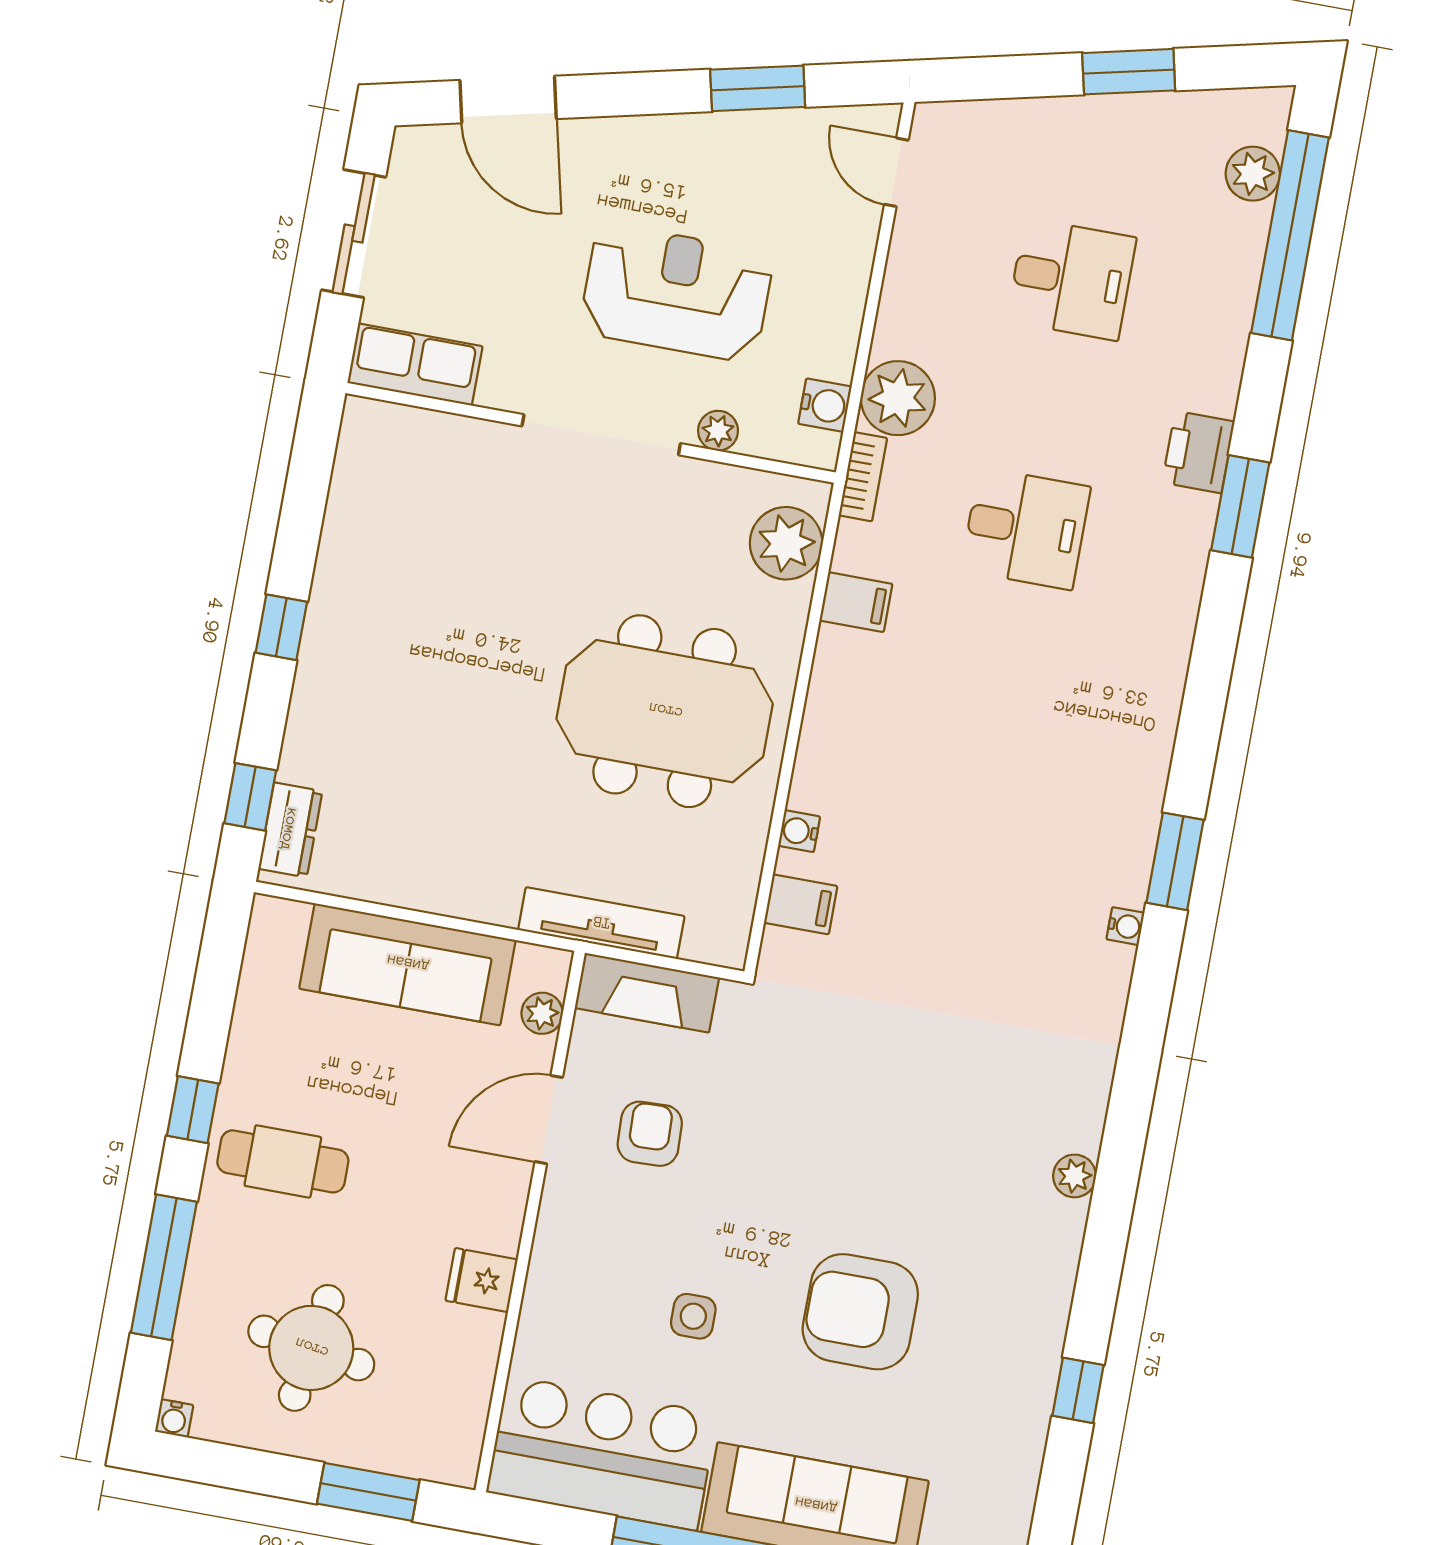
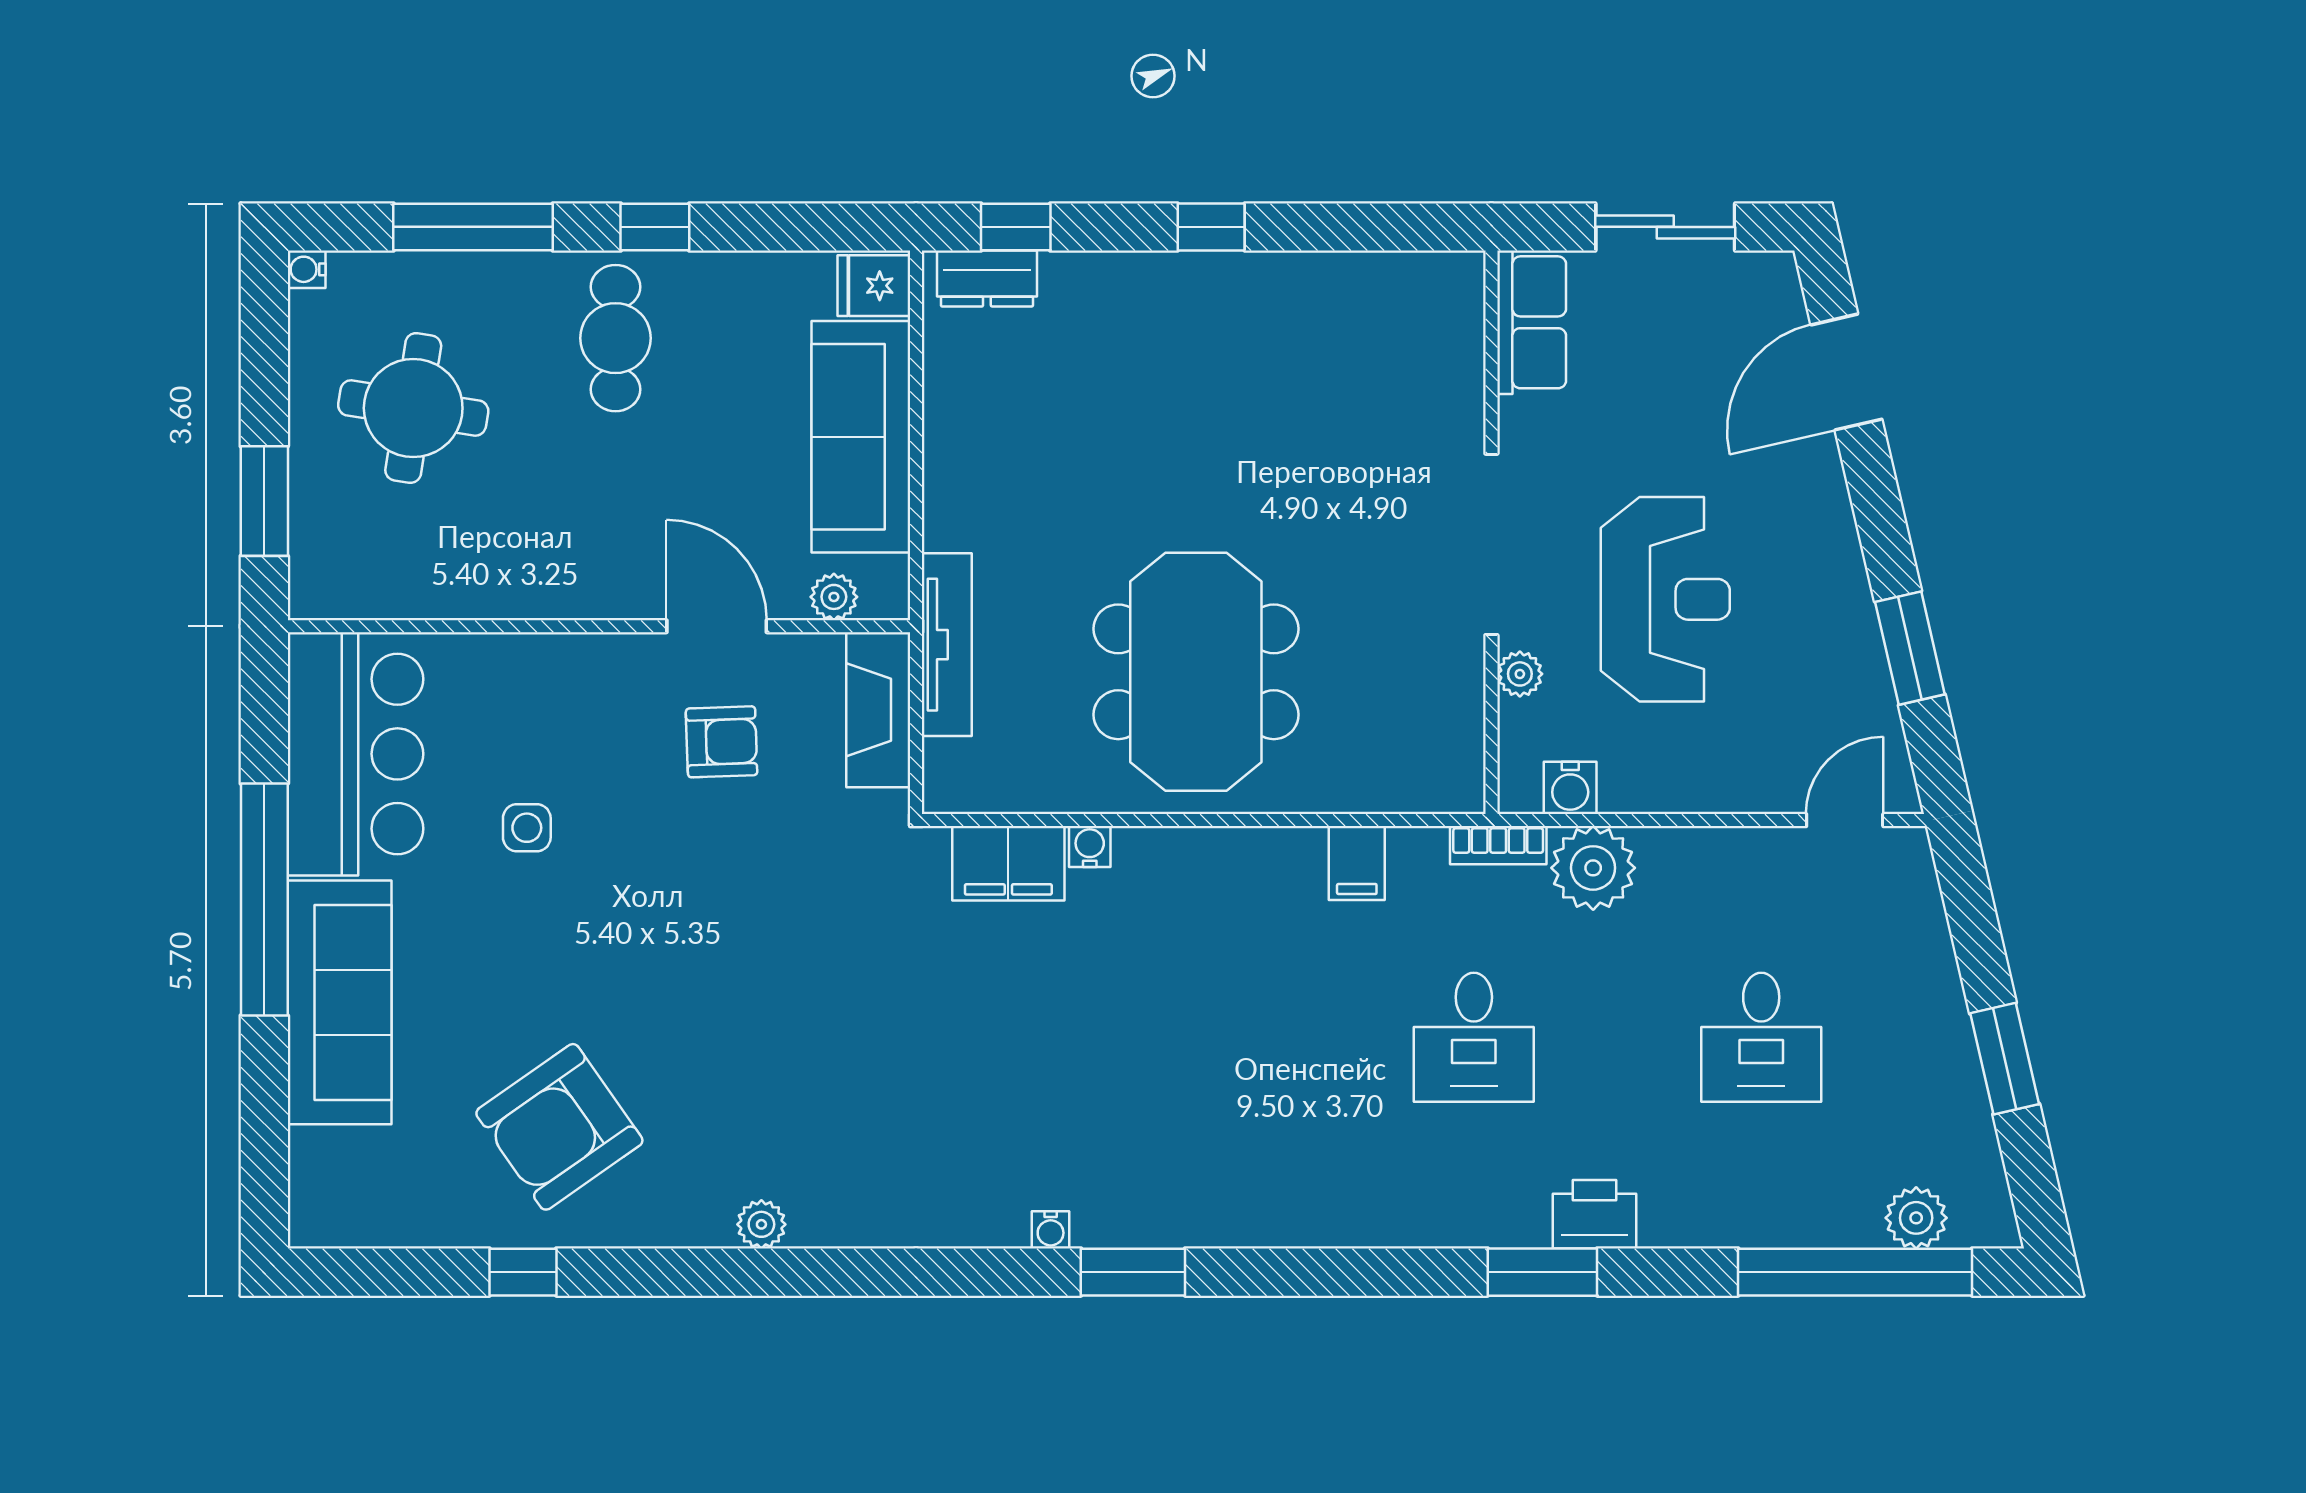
plant: (786, 543) -> (1408, 773), removed
filing cabinet: (801, 904) -> (1008, 863), width x2.00
fridge: (482, 1280) -> (874, 286), moved, turned -90
armchair: (860, 1312) -> (559, 1127), moved, turned -125

